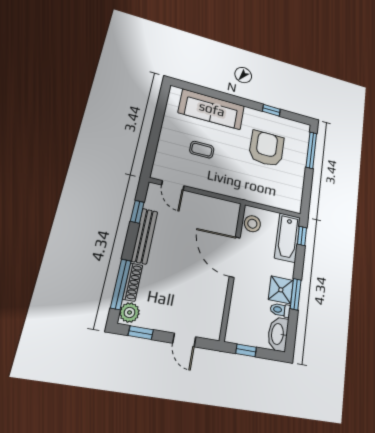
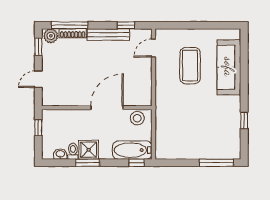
armchair: (266, 149) -> (206, 121), removed
coffee table: (202, 150) -> (190, 66), width x1.86, depth x1.72
washbasin: (278, 334) -> (60, 154), width x0.52, depth x0.69

